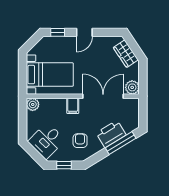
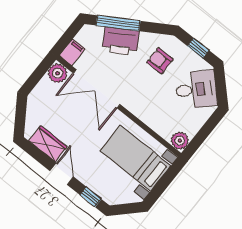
door: (84, 32) -> (62, 174), hinge flipped
wardrobe: (126, 54) -> (48, 144), moved, turned -56
filing cabinet: (73, 106) -> (72, 52), moved
armchair: (80, 141) -> (160, 61), turned 90

